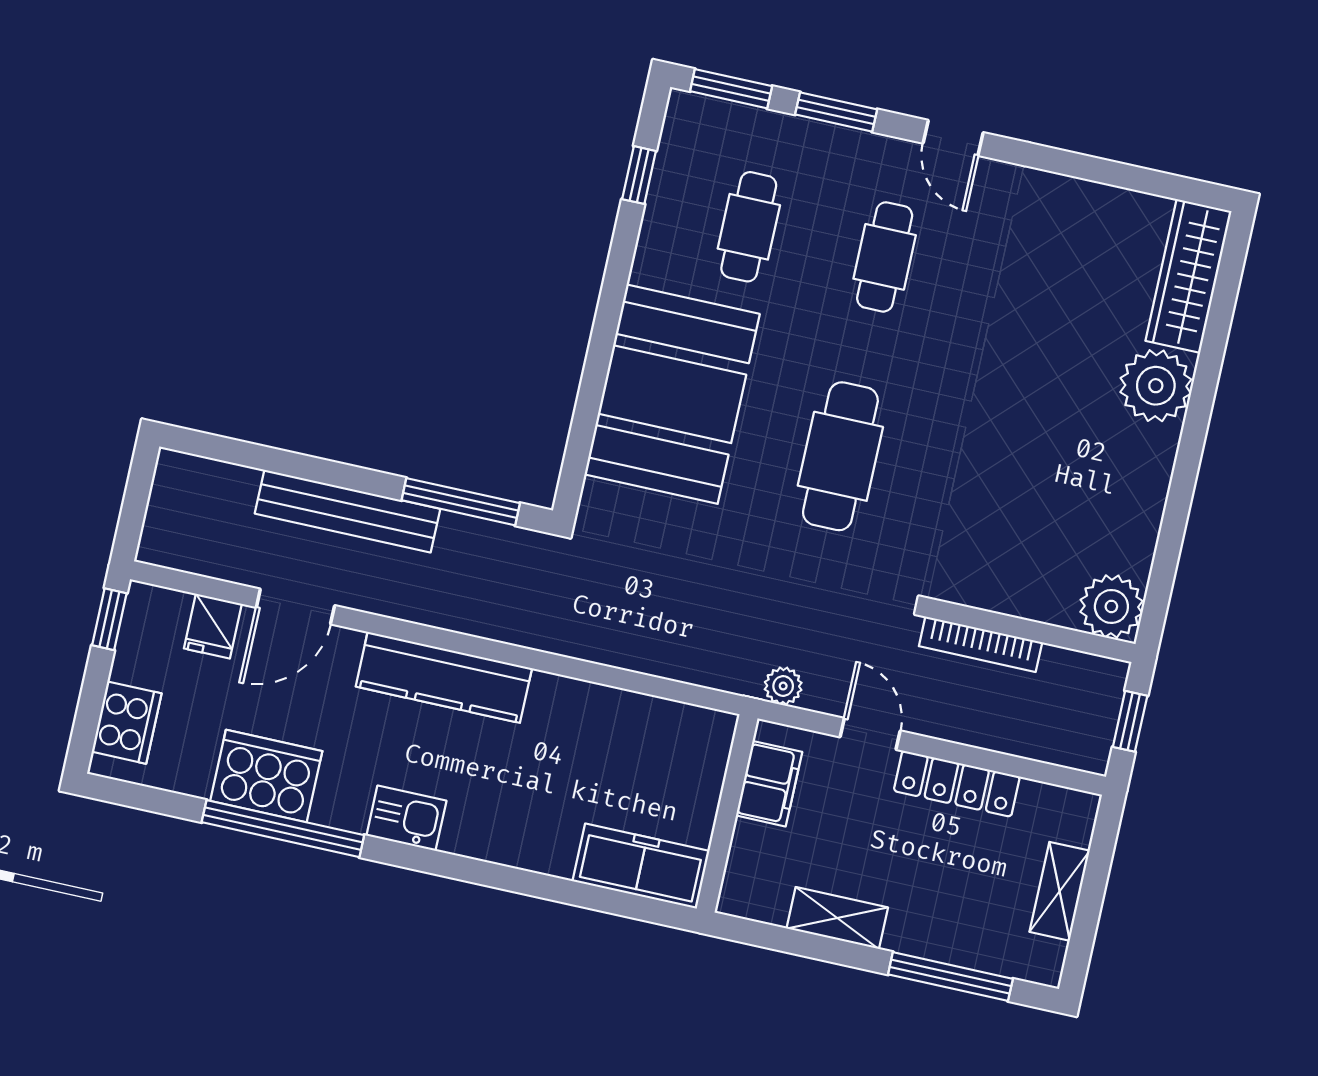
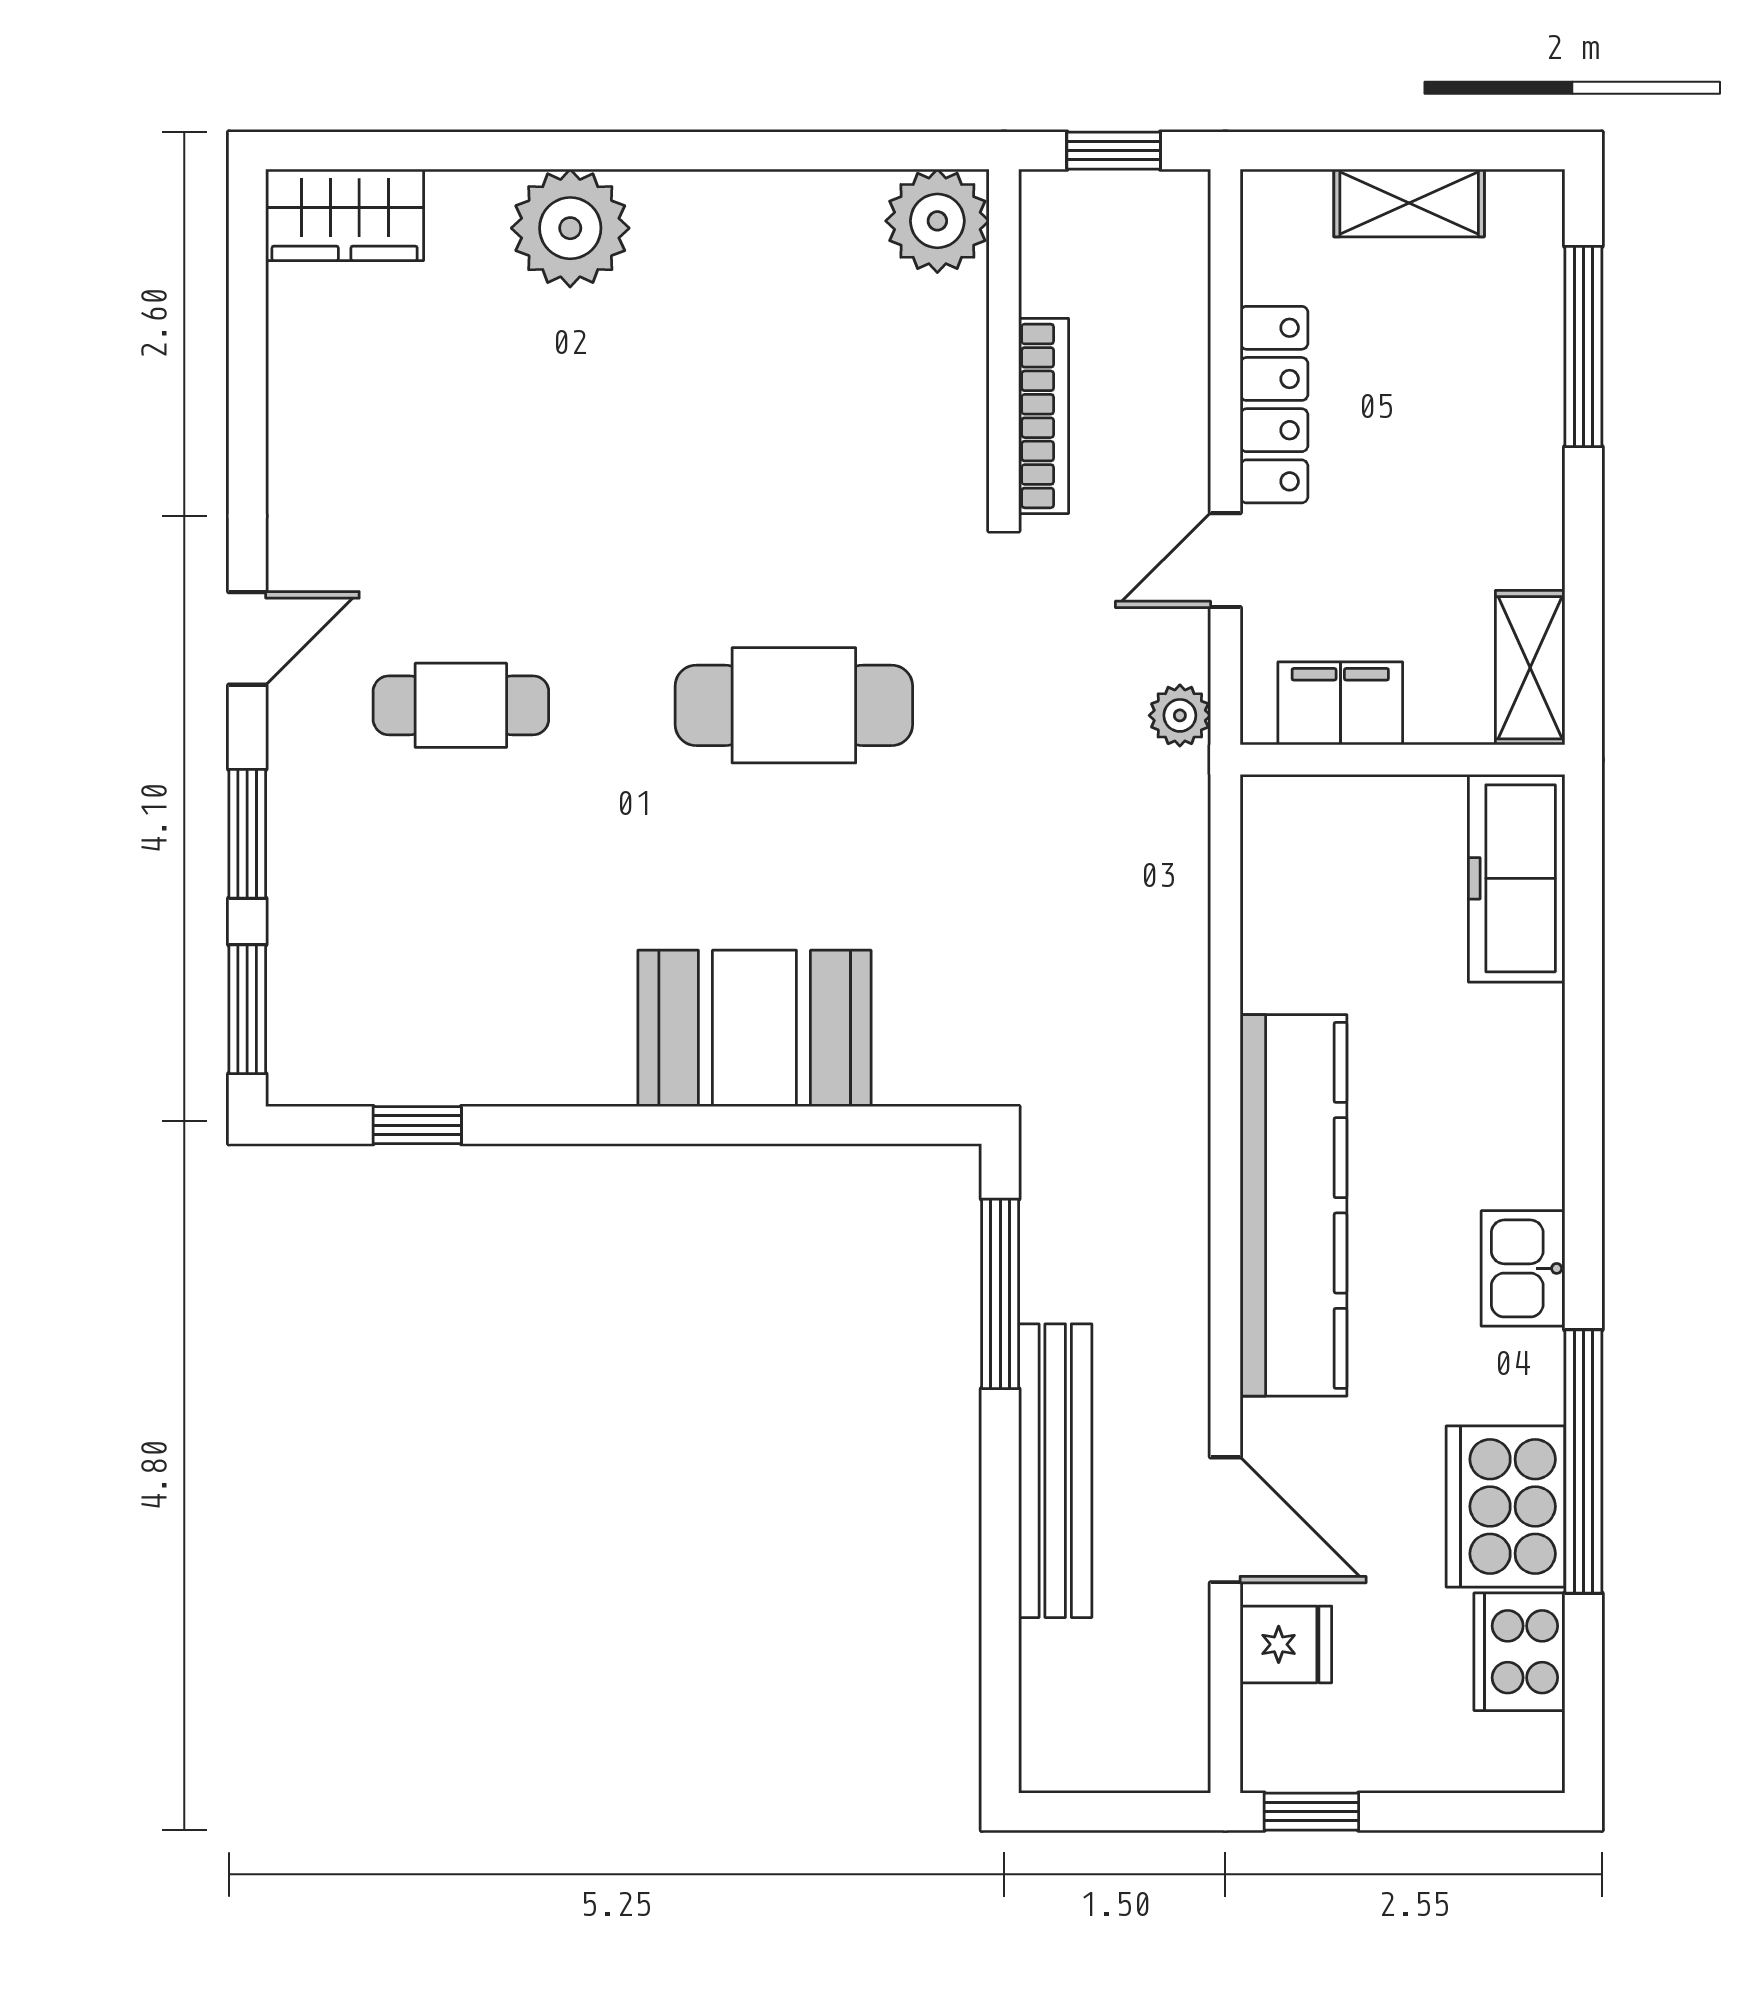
cafe table: (749, 227) -> (461, 932), removed
wardrobe: (1188, 276) -> (345, 215), width x0.67
booth: (672, 394) -> (754, 1028), width x0.73, depth x0.70
kitchen counter: (444, 677) -> (1294, 1205), width x1.39, depth x1.17
cooker: (127, 723) -> (1519, 1652), moved, turned -90
shelving: (837, 918) -> (1530, 668), moved

